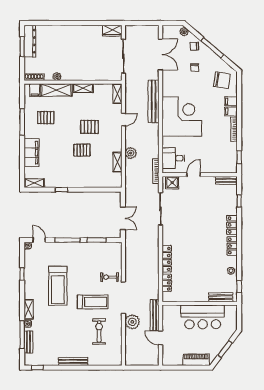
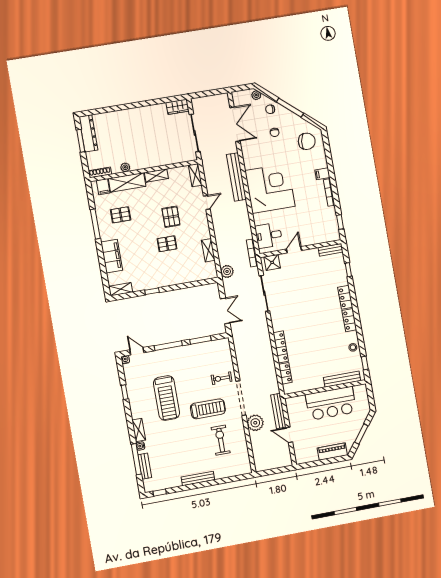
filing cabinet: (231, 101) -> (321, 163), removed
pallet: (90, 127) -> (171, 217), turned 90
plant: (131, 153) -> (227, 271), moved
bench: (221, 297) -> (342, 379), width x1.36

